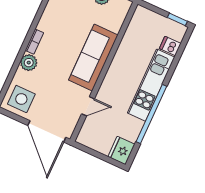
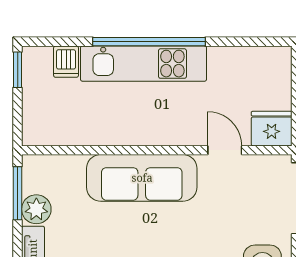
window: (151, 114) -> (149, 42), moved
fridge: (121, 150) -> (272, 129), moved, turned 180

